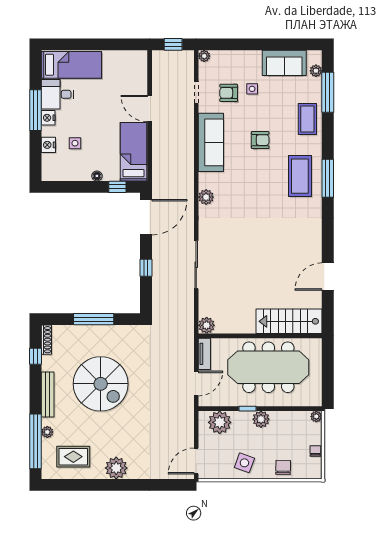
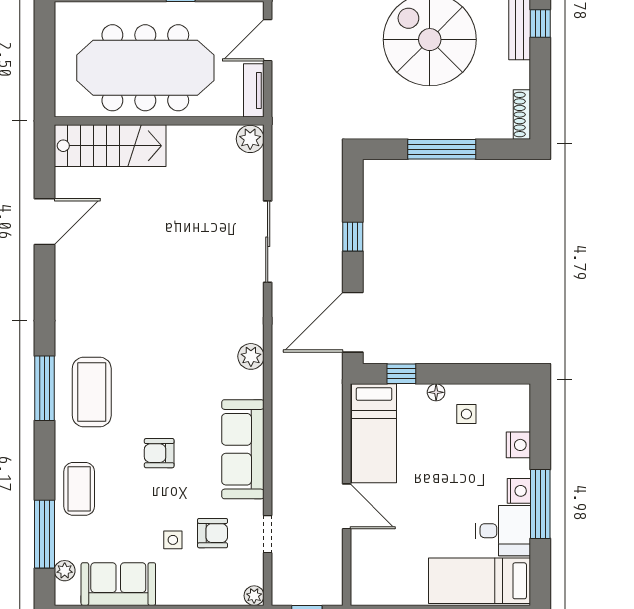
side table: (75, 143) -> (466, 414), moved
window: (36, 356) -> (540, 24), moved

